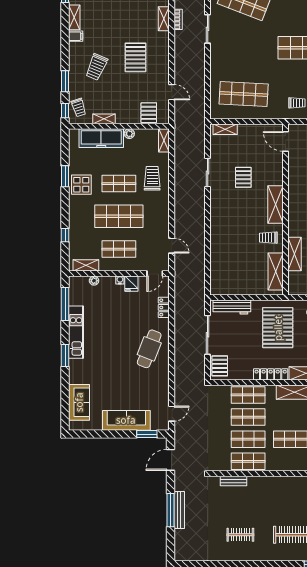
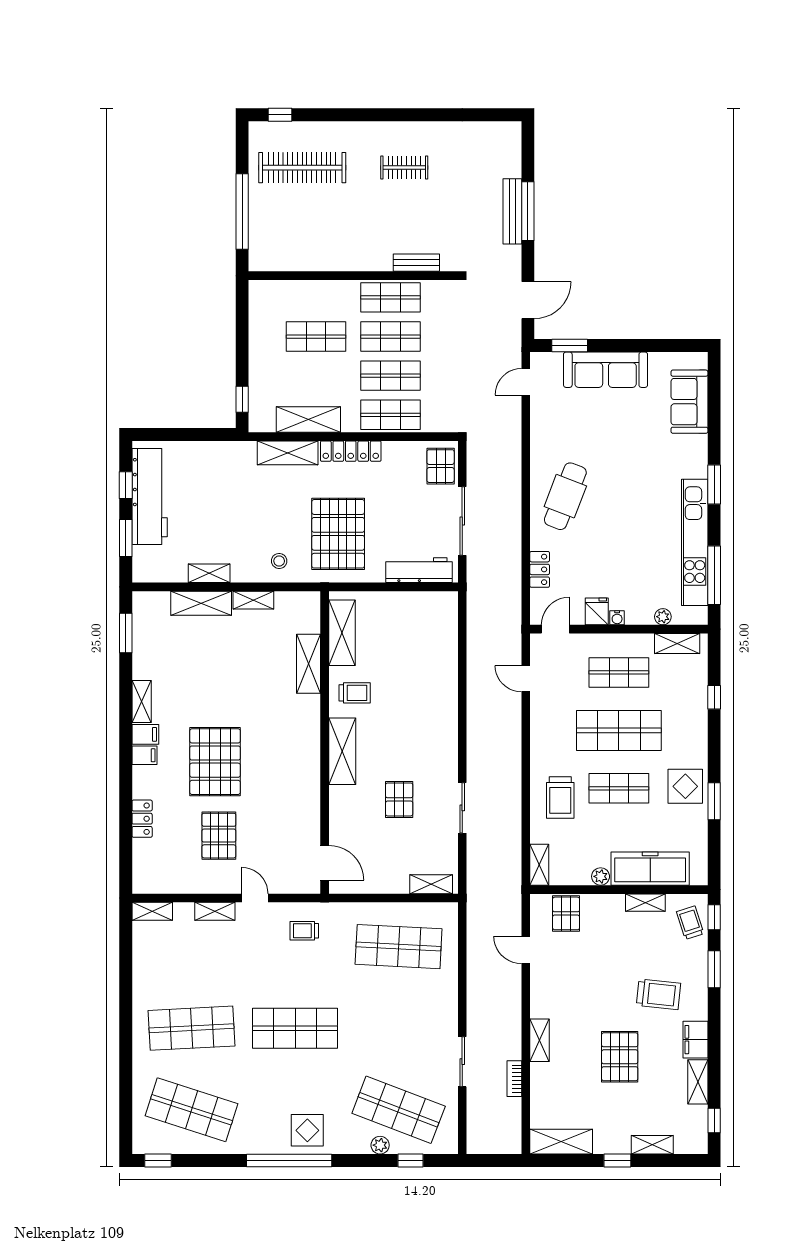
shelving: (164, 19) -> (540, 1040), moved
filing cabinet: (76, 36) -> (695, 1040), width x2.00
pallet: (136, 57) -> (620, 1057), moved
trolley: (96, 67) -> (659, 994), turned 73
kitchen unit: (76, 332) -> (695, 542), width x1.36

